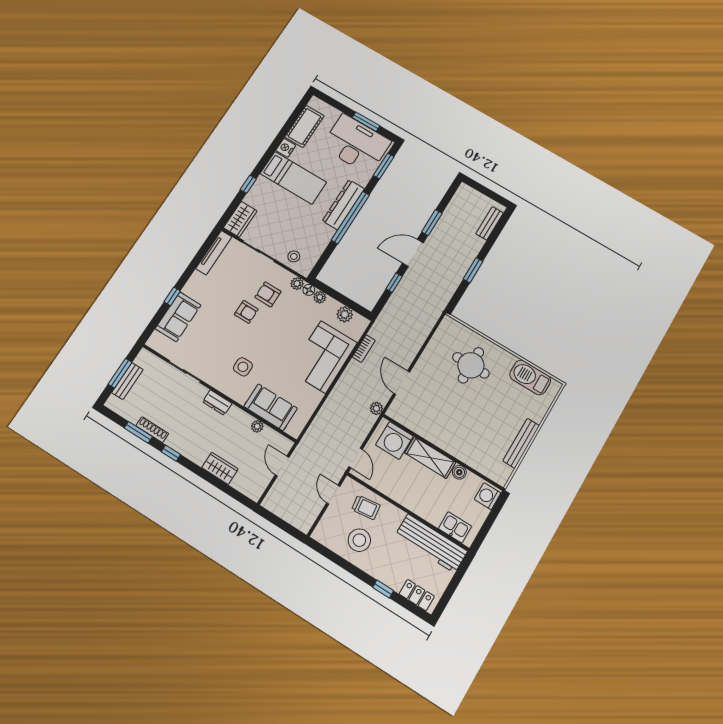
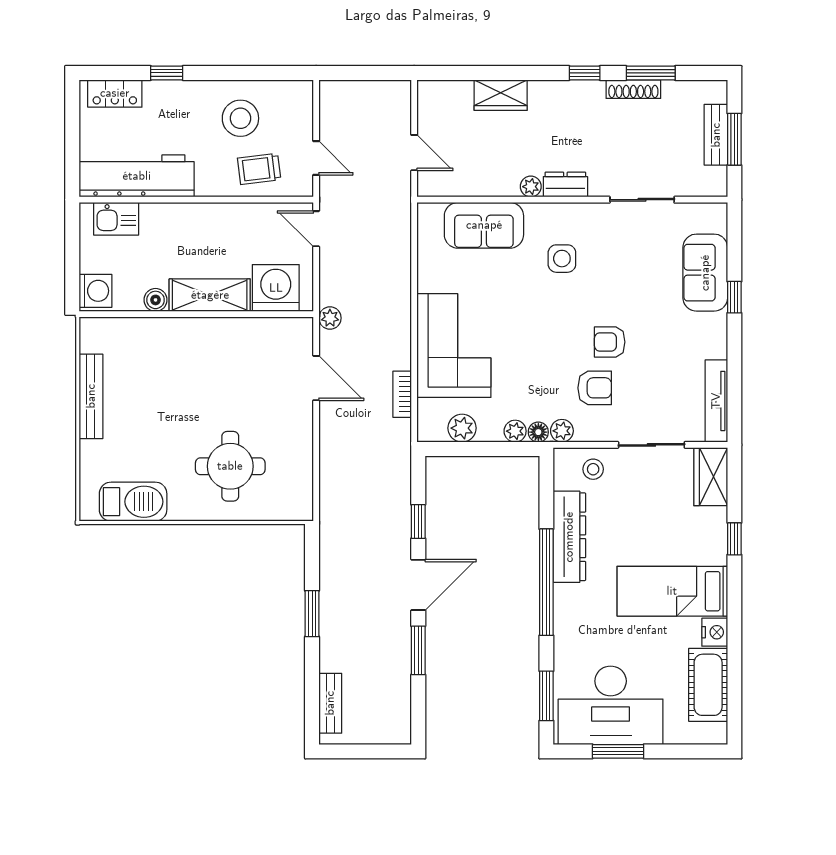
dresser: (343, 205) -> (569, 537), moved
plant: (257, 426) -> (531, 187), moved

